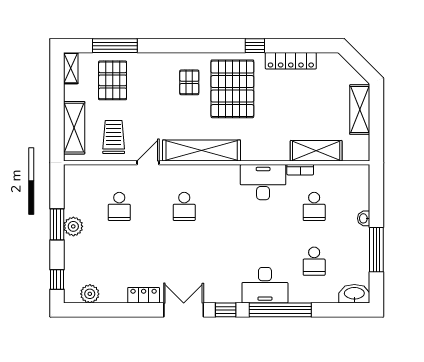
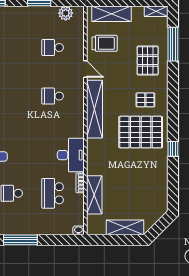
locker: (291, 61) -> (162, 176), removed
pallet: (113, 80) -> (148, 61), moved, turned 90
school desk: (314, 206) -> (53, 193), width x1.85
washbasin: (364, 218) -> (78, 230), moved
plant: (73, 226) -> (66, 13), moved

